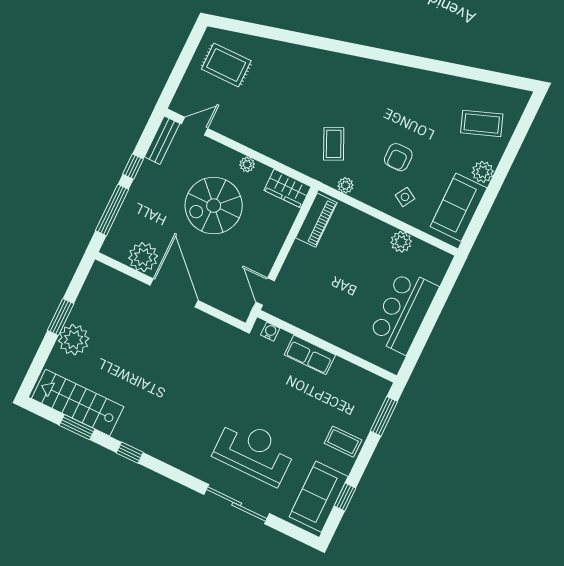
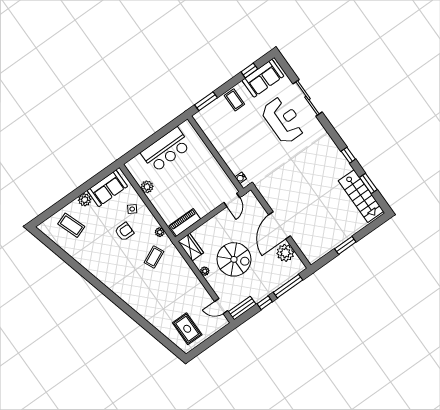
plant: (74, 340) -> (345, 230), removed
row of seats: (310, 355) -> (227, 154), removed
reception desk: (254, 451) -> (283, 120), turned 180

